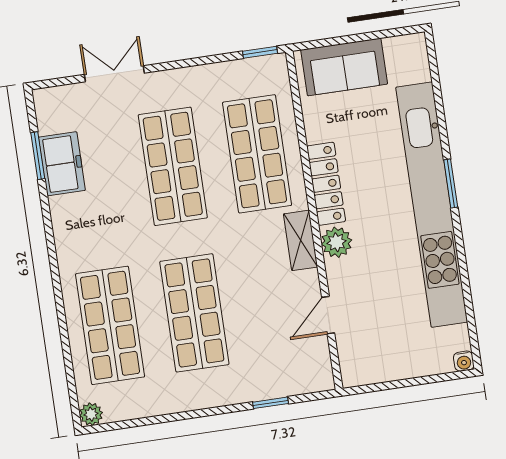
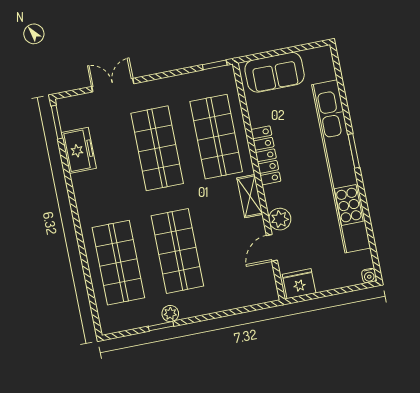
window: (38, 156) -> (57, 122), moved
plant: (336, 242) -> (280, 219), moved
fridge: (364, 368) -> (299, 284), added
window: (270, 403) -> (161, 326), moved
plant: (91, 414) -> (170, 314), moved

